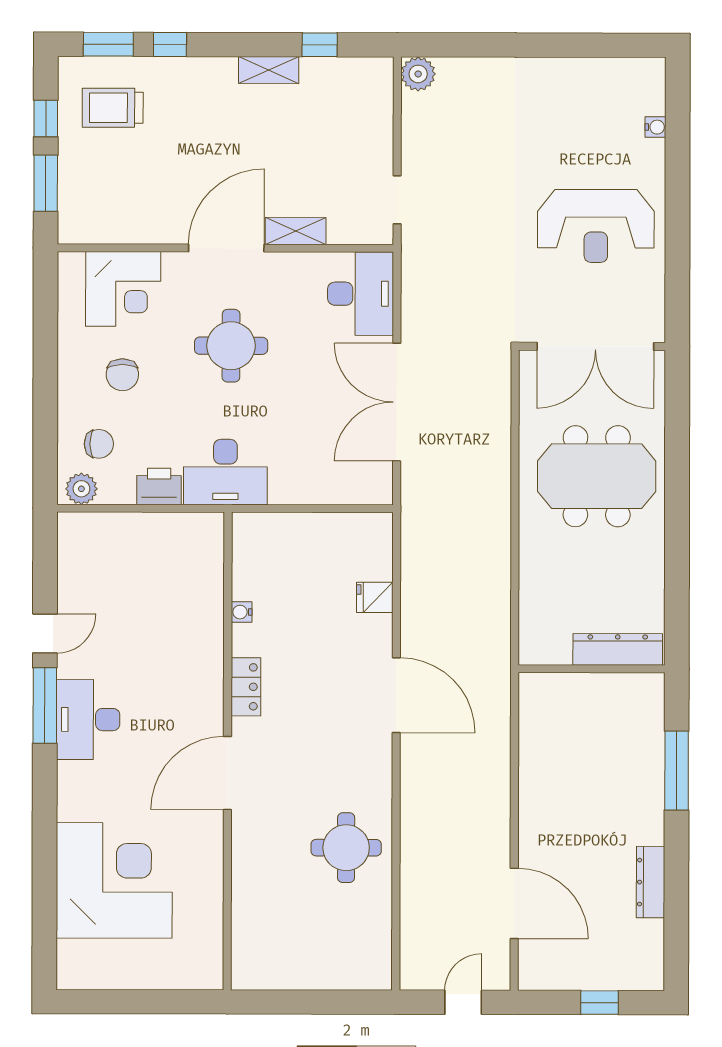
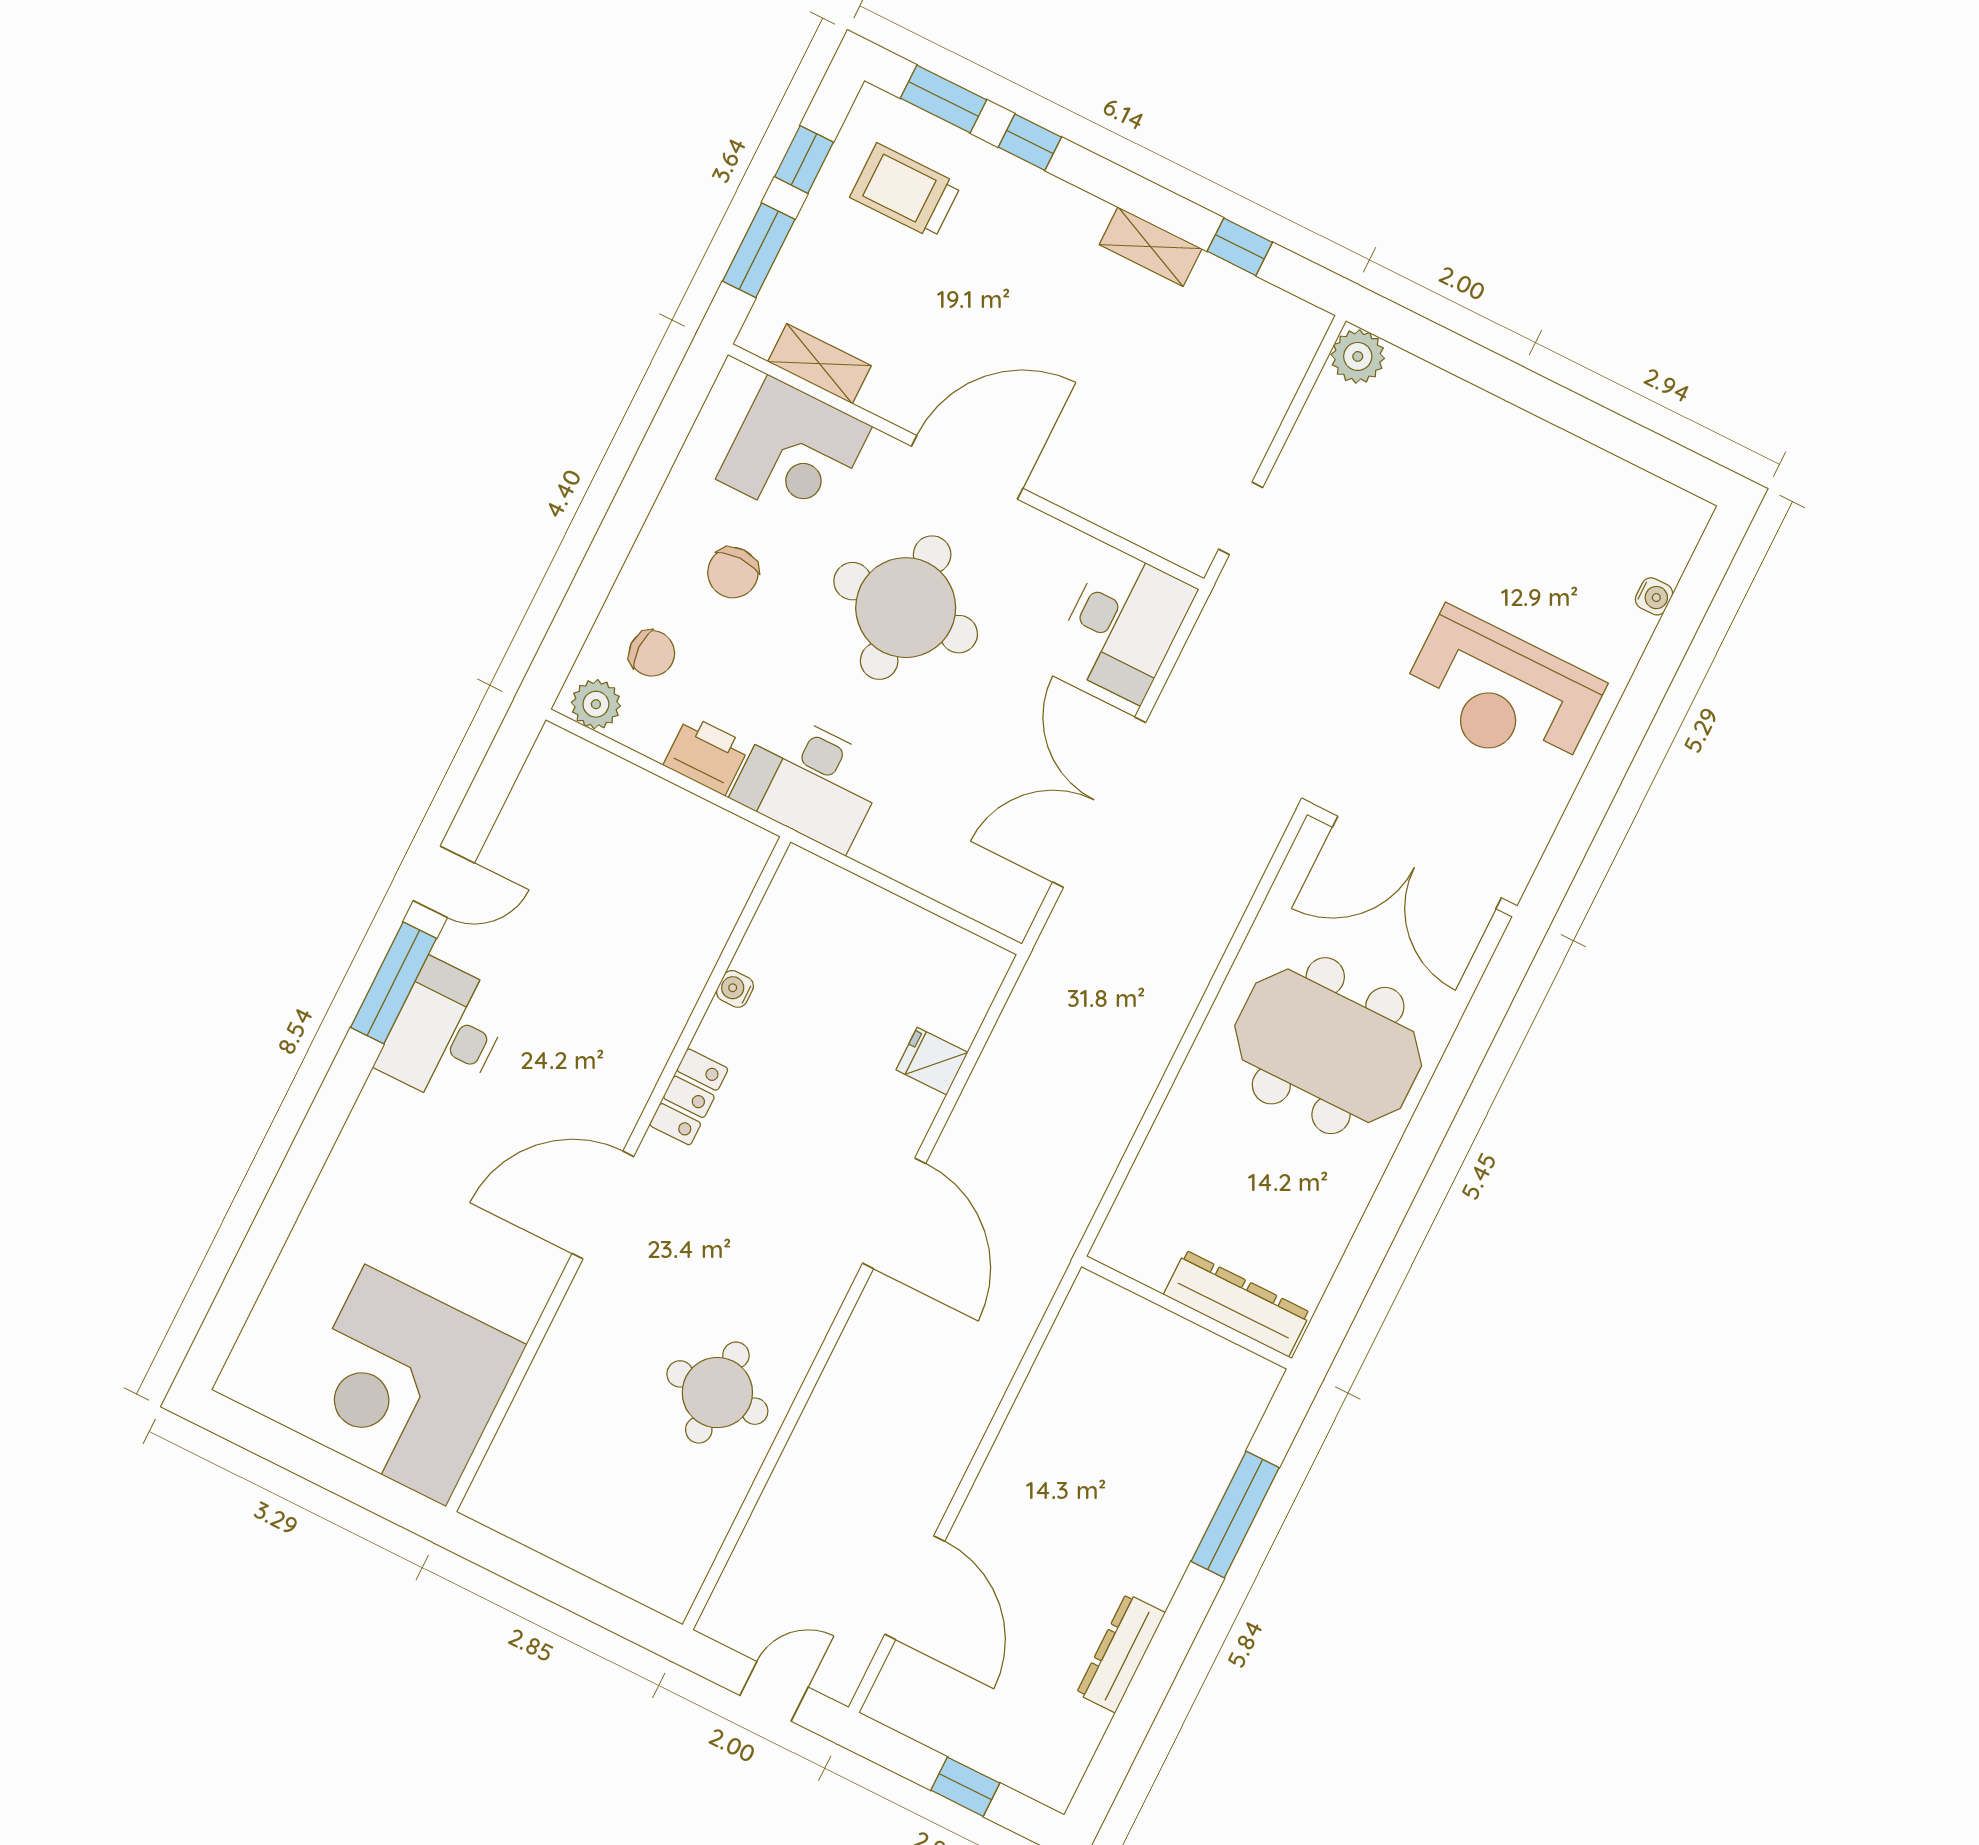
shelving: (296, 231) -> (819, 364), moved
round table: (231, 346) -> (906, 608), width x1.36, depth x1.36
corner desk: (114, 880) -> (405, 1385), moved, turned 180

